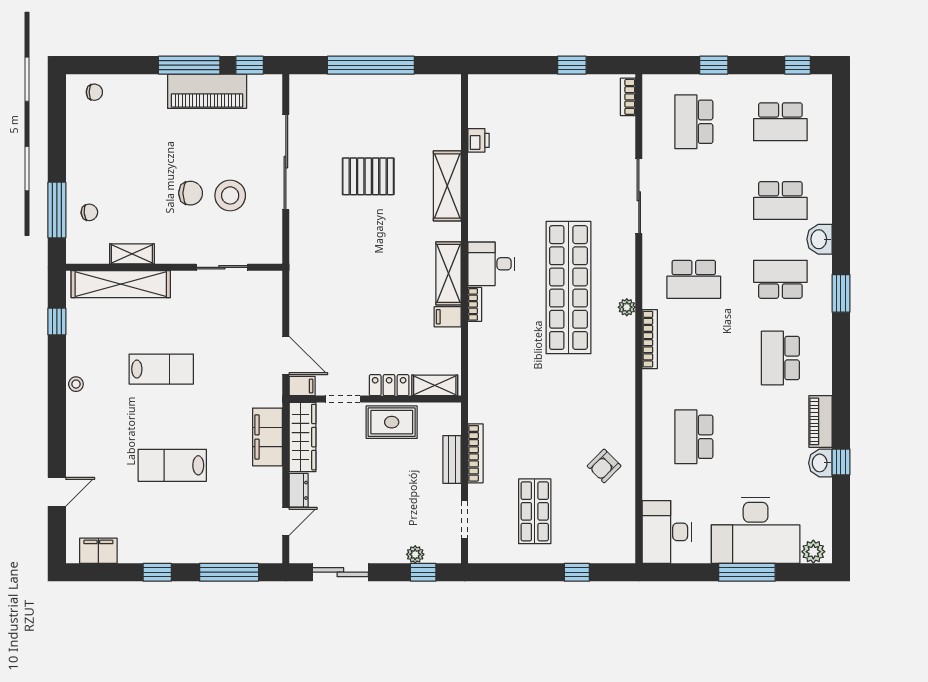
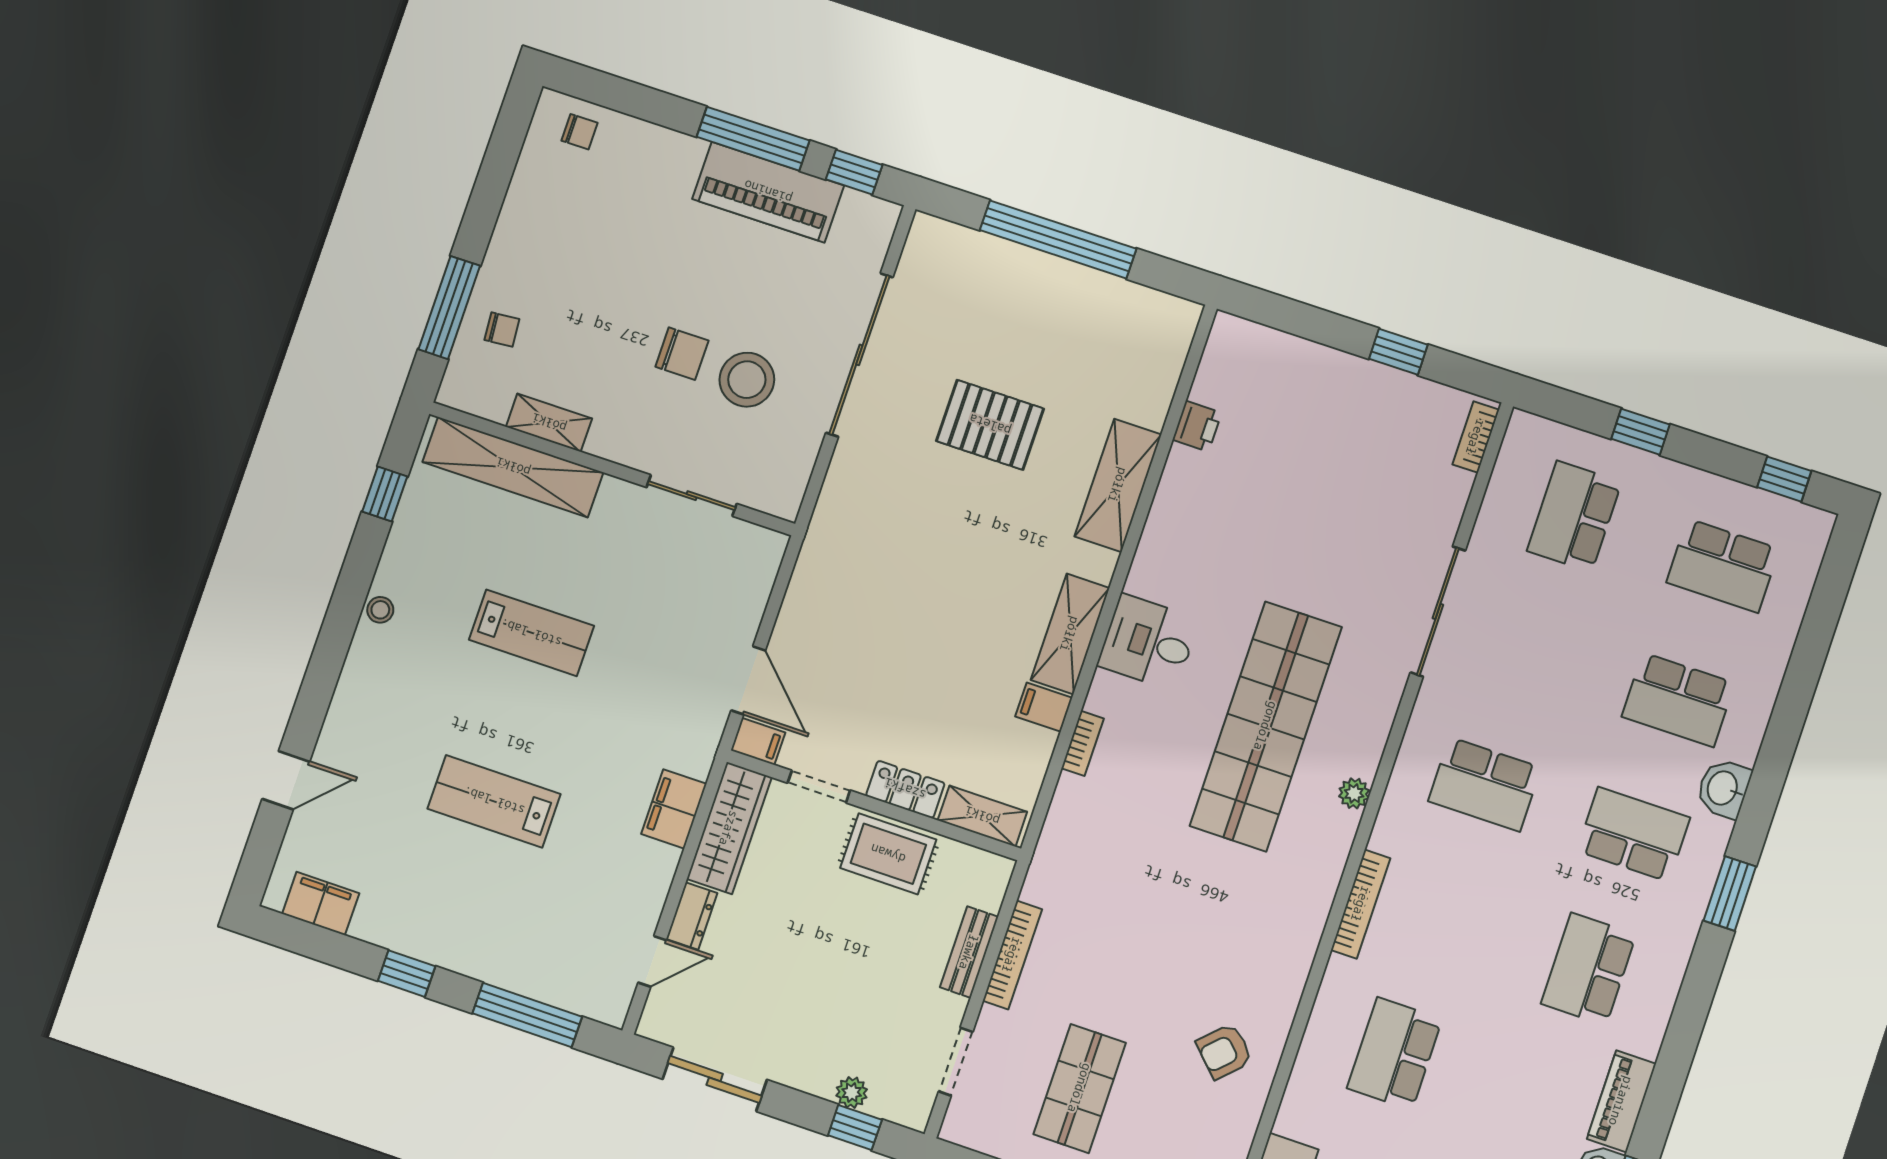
bookcase: (475, 304) -> (1083, 743), moved
bookcase: (650, 339) -> (1361, 904), moved
filing cabinet: (268, 437) -> (674, 809), width x0.67, depth x0.86

